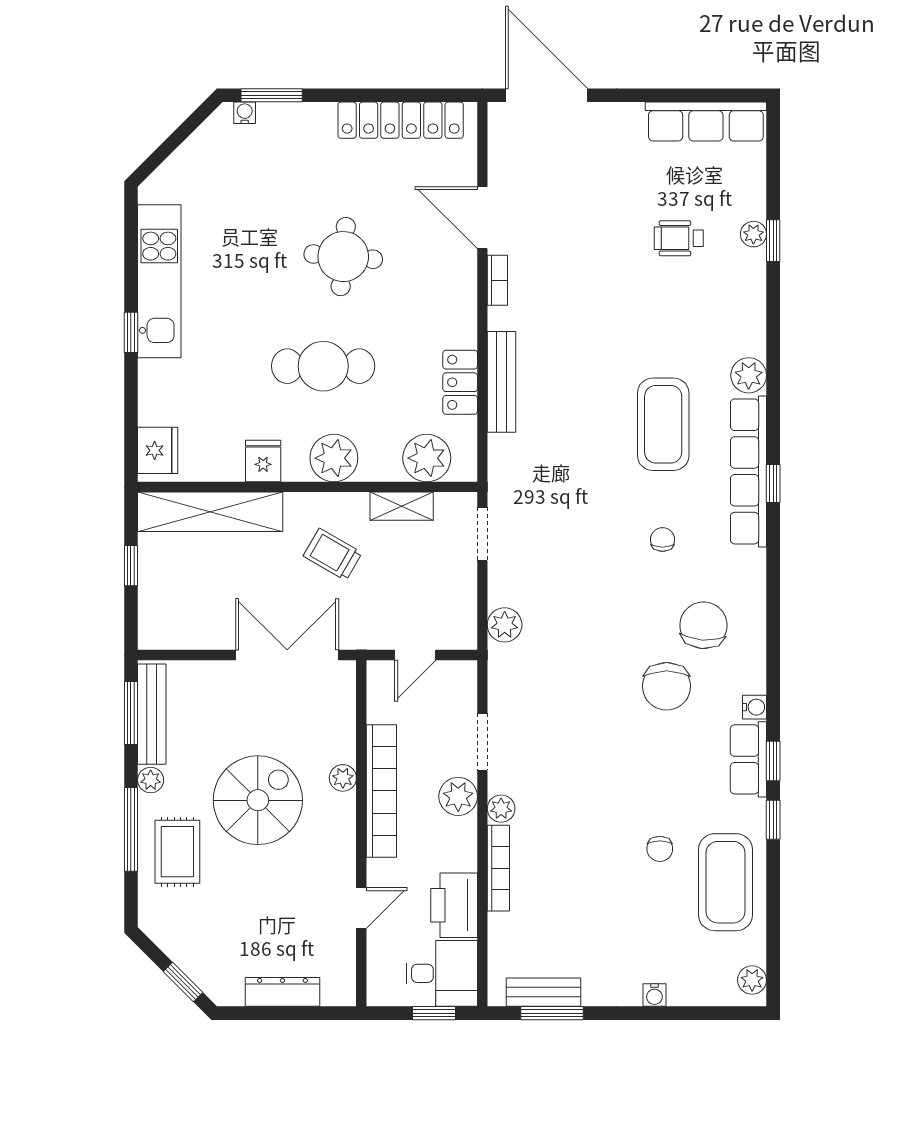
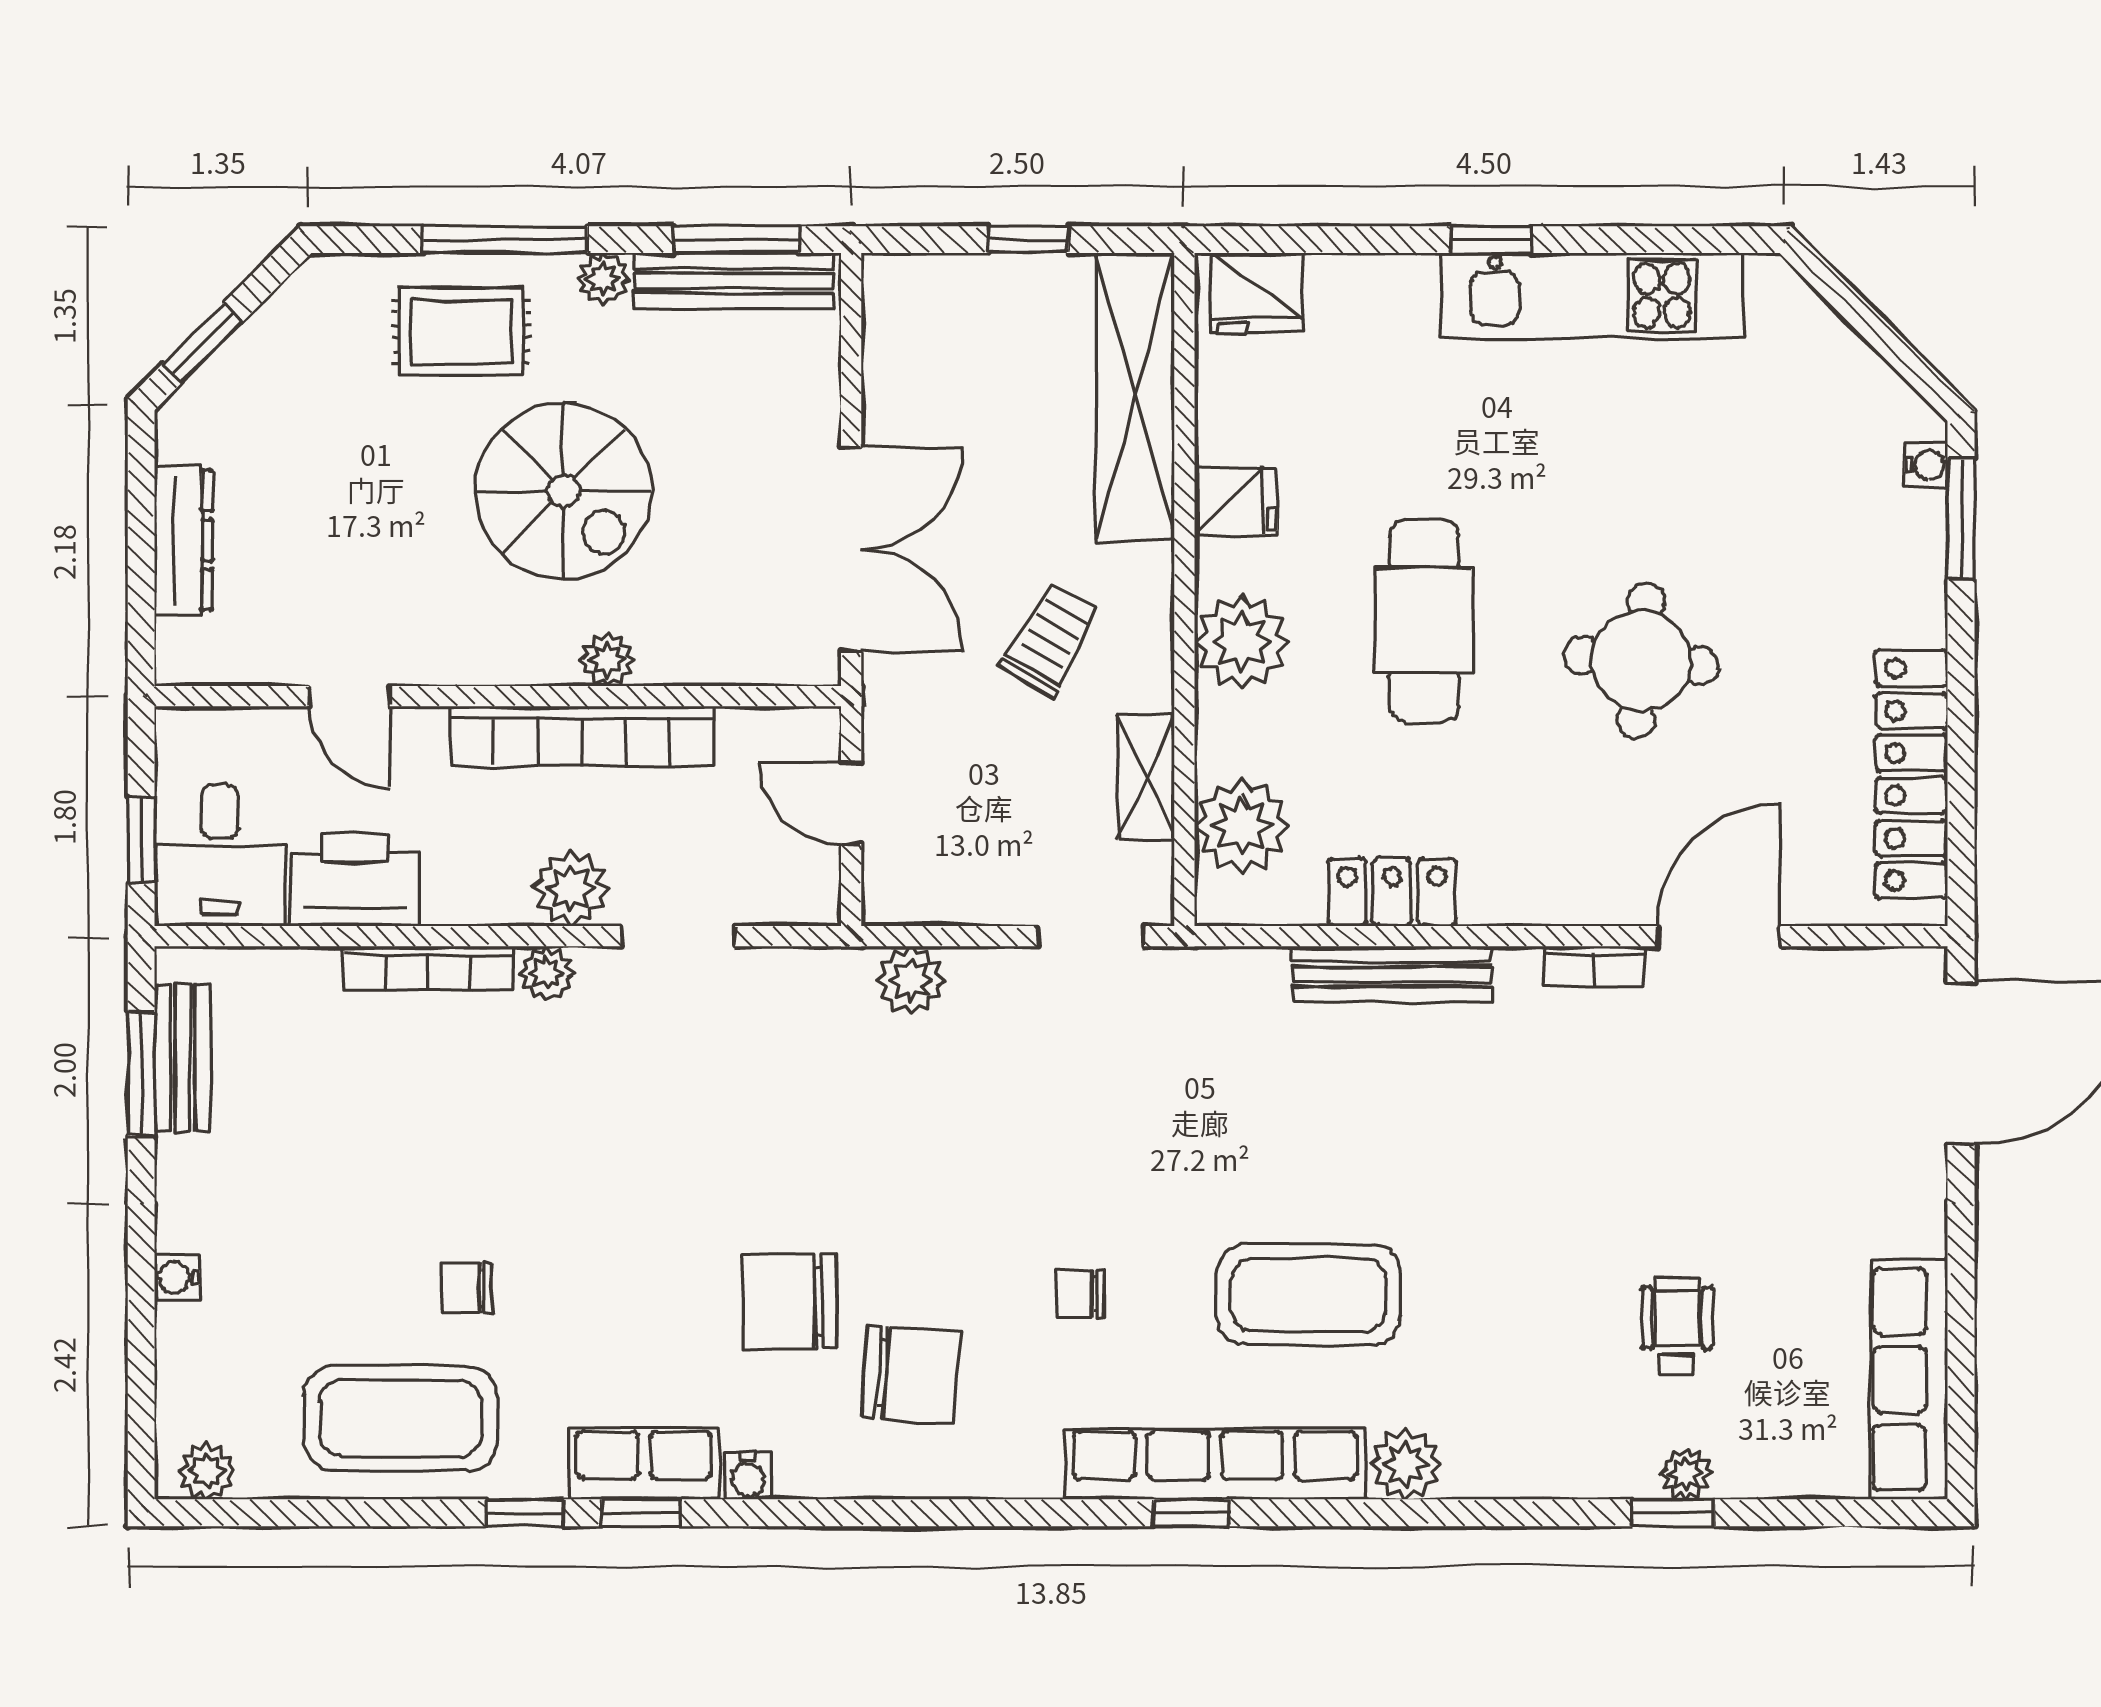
chair: (663, 539) -> (1080, 1293), turned 180

